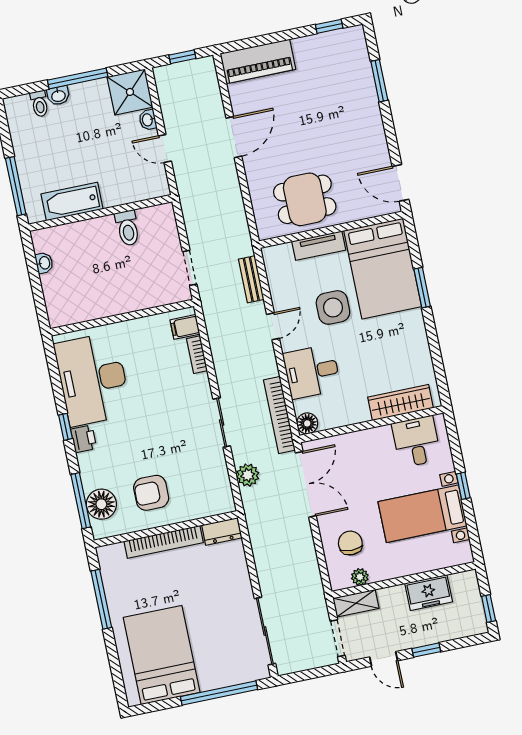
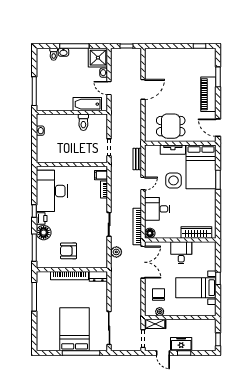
piano: (258, 61) -> (208, 94), moved, turned 90
bathtub: (72, 201) -> (87, 104), moved
desk: (416, 442) -> (181, 253), moved
floor lamp: (101, 504) -> (44, 233), moved
freezer: (429, 593) -> (181, 344), moved, turned 180
bed: (162, 655) -> (75, 329), moved

